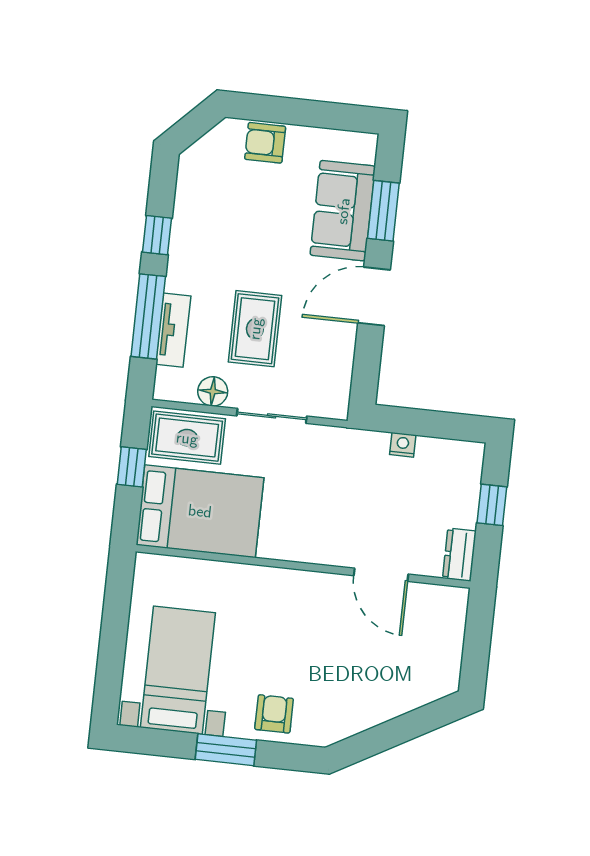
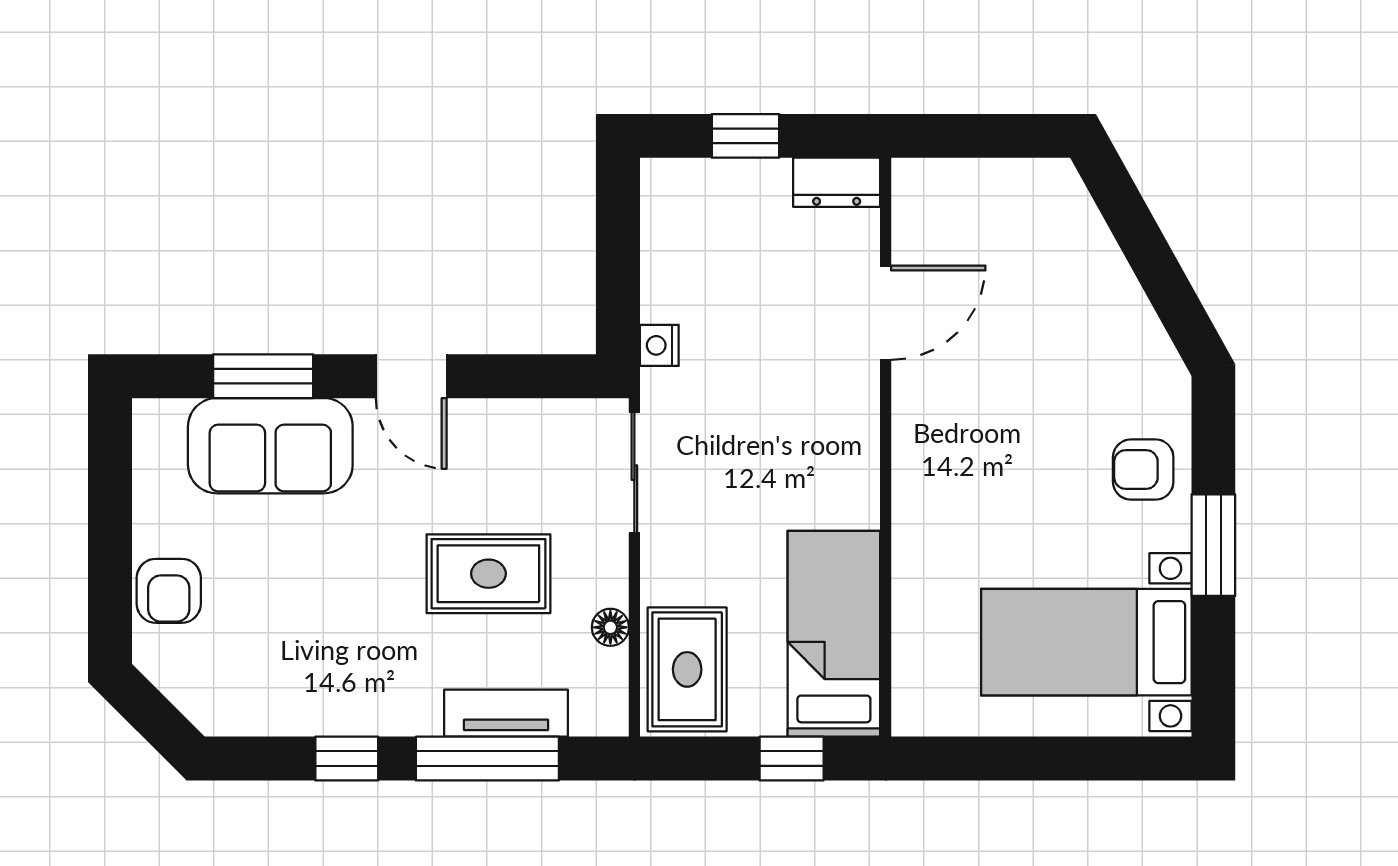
door: (374, 296) -> (411, 376), width x0.73
floor lamp: (213, 391) -> (610, 627), width x0.73, depth x0.73
sliding door: (272, 416) -> (634, 473), moved
nightstand: (403, 445) -> (659, 345), moved
window: (132, 467) -> (792, 759), moved
bed: (200, 511) -> (834, 634), width x0.67

